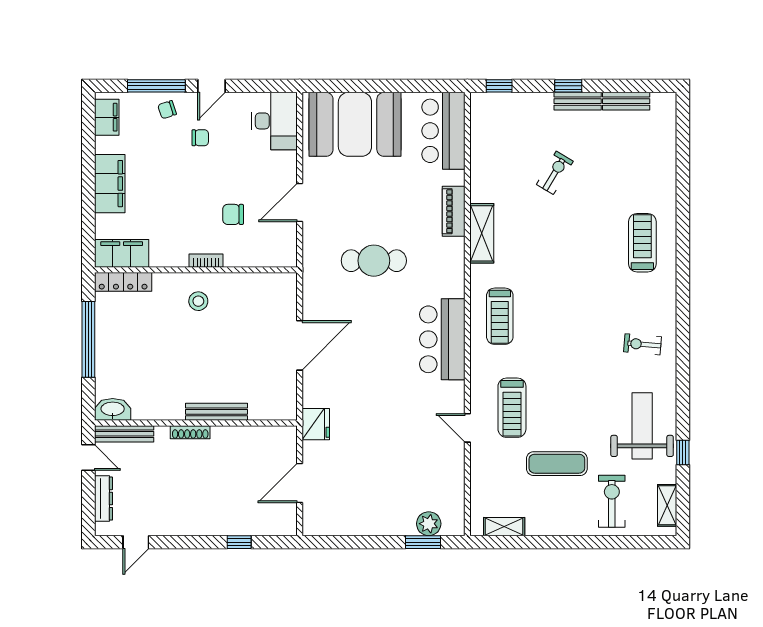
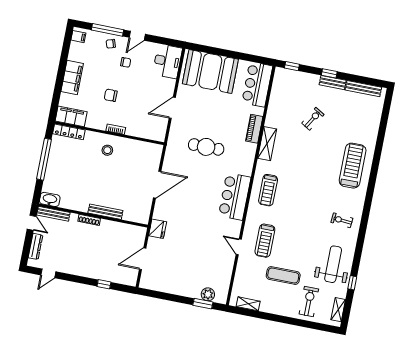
bench: (626, 101) -> (363, 89), width x1.36
filing cabinet: (107, 117) -> (78, 37), width x0.50
chair: (233, 214) -> (111, 95), moved
treadmill: (642, 243) -> (353, 166), width x1.37, depth x1.38

